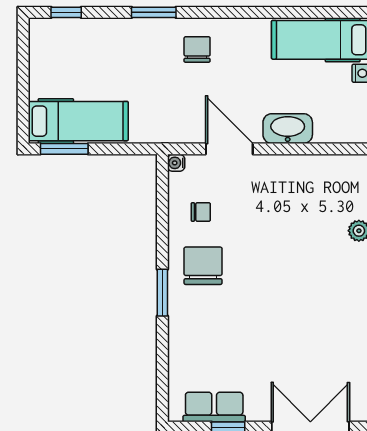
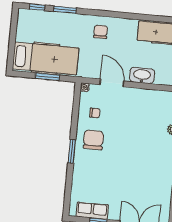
window: (154, 12) -> (65, 10), moved
hospital bed: (78, 121) -> (46, 58), width x1.37, depth x1.29
window: (64, 149) -> (47, 77), moved

